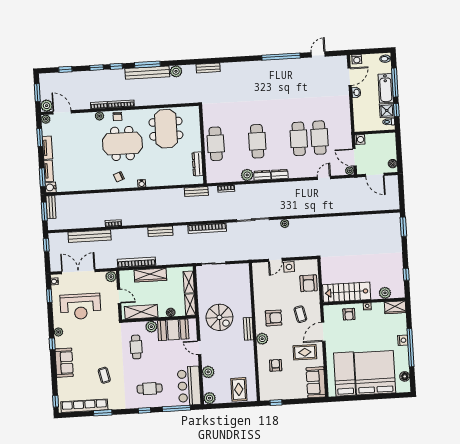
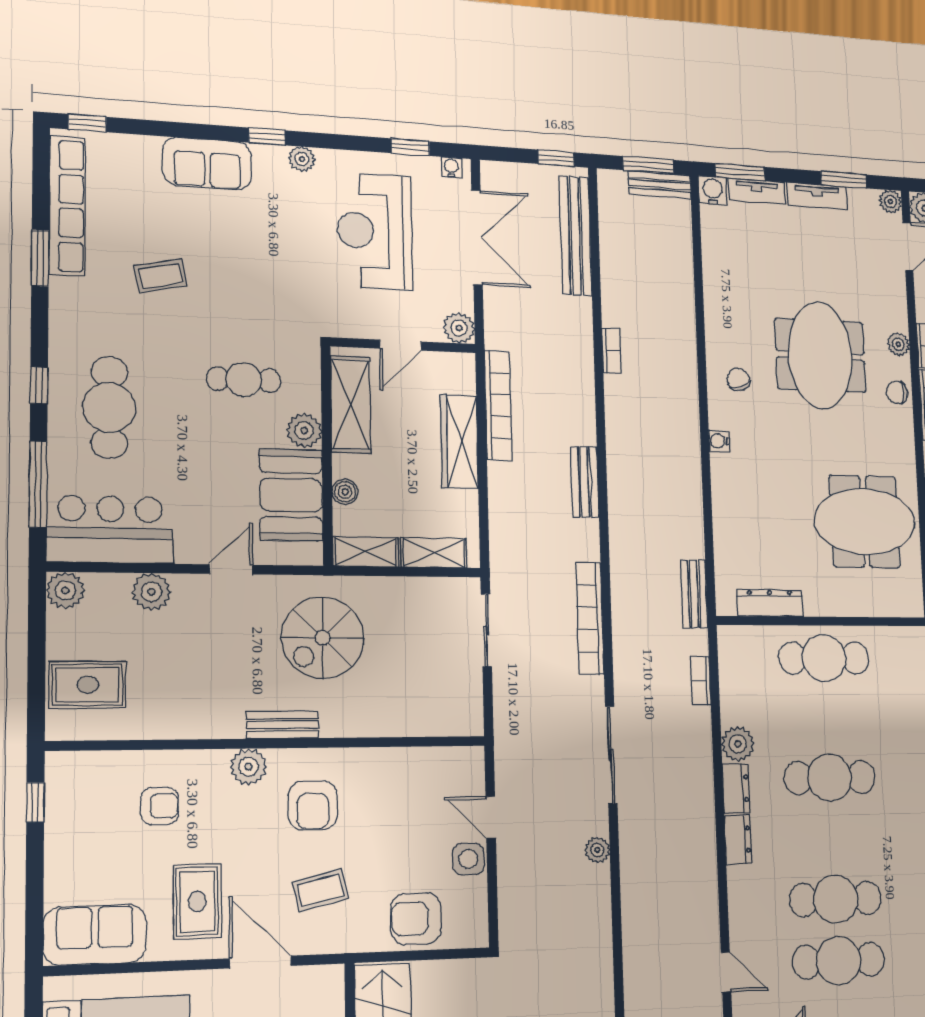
meeting table: (122, 143) -> (820, 355), moved
bench: (90, 236) -> (575, 235), moved
cafe table: (150, 389) -> (109, 407), width x1.37, depth x1.35

